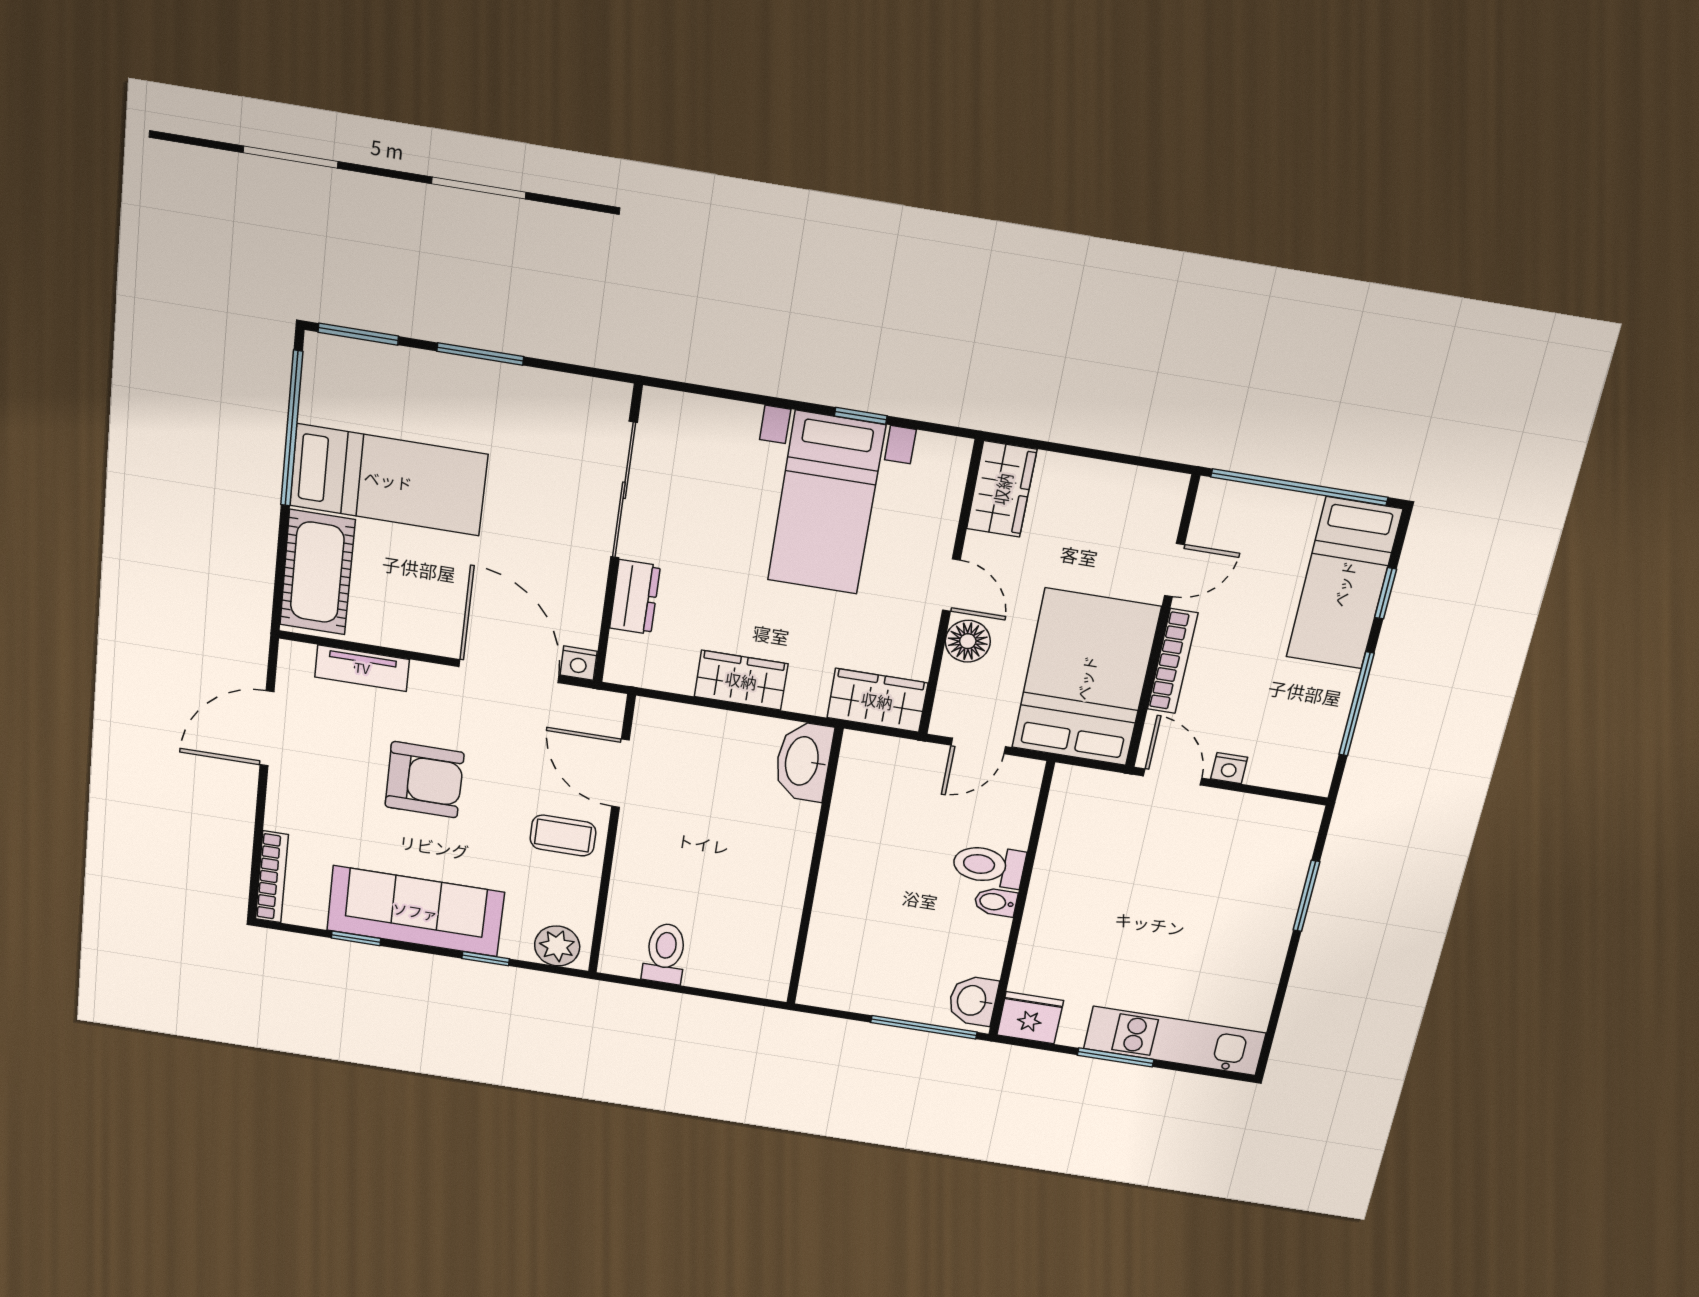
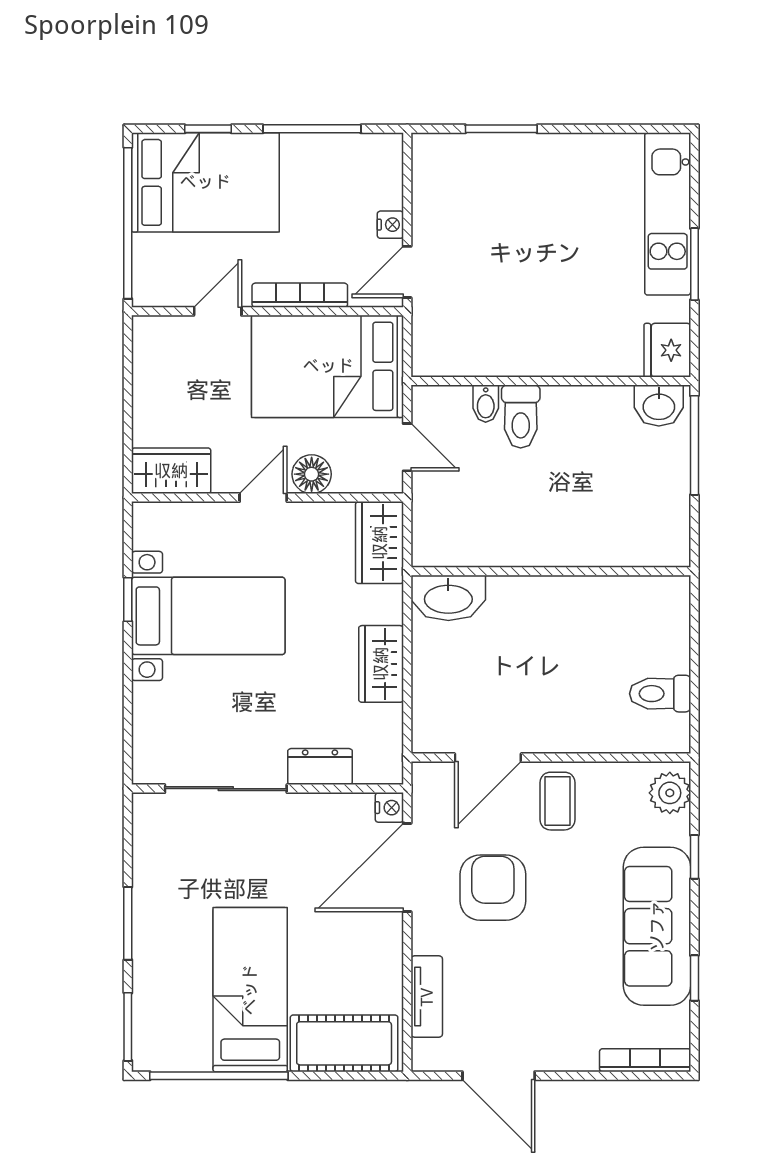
door: (1174, 570) -> (218, 311), hinge flipped
bed: (1344, 584) -> (205, 182), width x1.50
armchair: (424, 780) -> (493, 888), moved
bidet: (996, 902) -> (486, 404), moved

